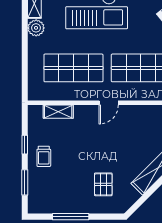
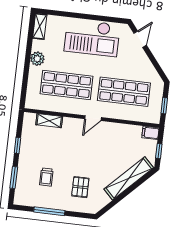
plant: (36, 28) -> (37, 59), moved
trolley: (44, 156) -> (46, 177), moved

